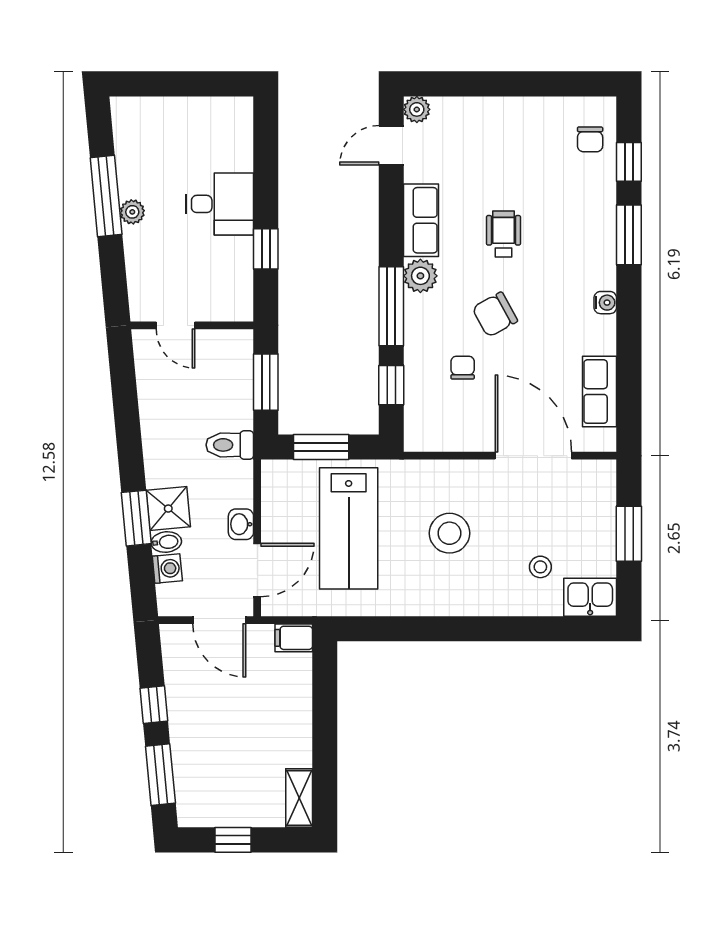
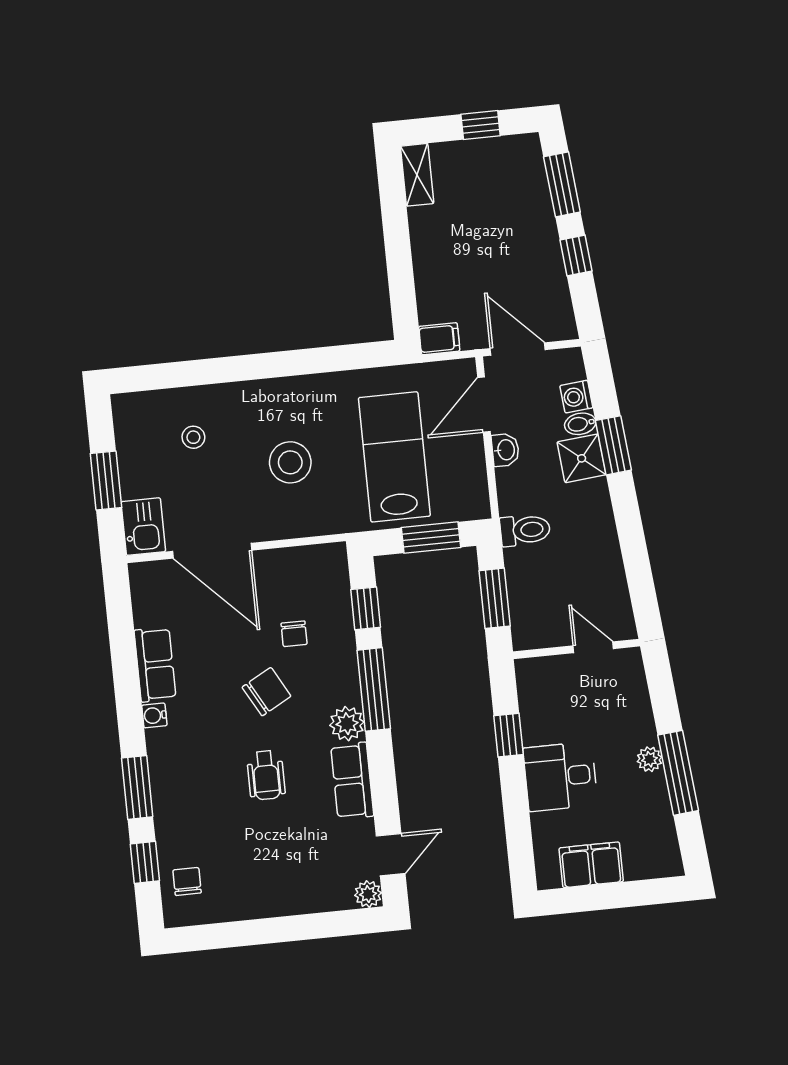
filing cabinet: (199, 116) -> (591, 865), added
row of seats: (600, 392) -> (155, 664), moved
kitchen sink: (590, 597) -> (143, 527), moved, turned -90

